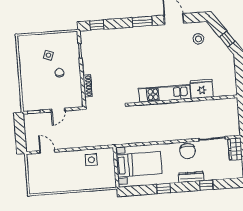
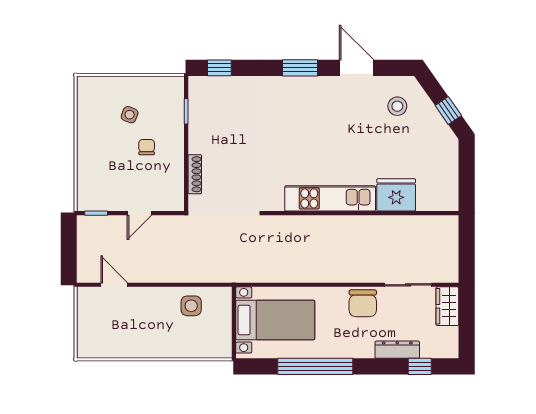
dresser: (191, 177) -> (397, 350), moved
window: (206, 185) -> (420, 366), moved
window: (164, 188) -> (315, 366), width x3.17

